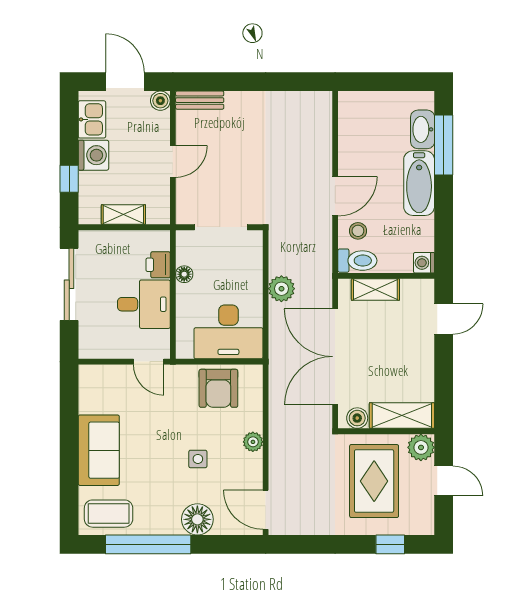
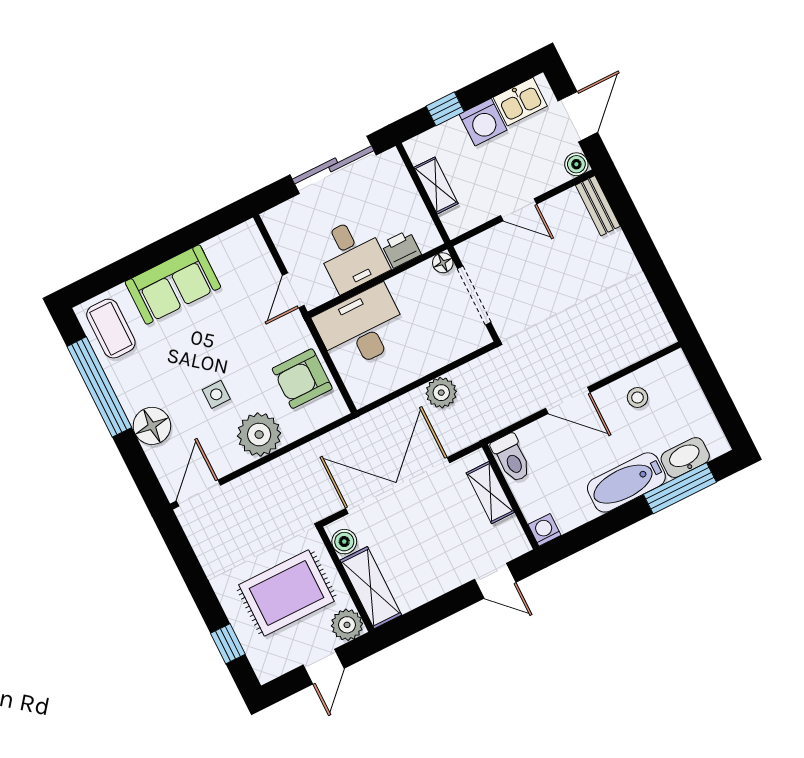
stool: (358, 231) -> (637, 398), moved
floor lamp: (184, 274) -> (443, 263), moved
desk: (228, 332) -> (361, 328), moved, turned 90
plant: (253, 442) -> (259, 435), width x1.88, depth x1.88

